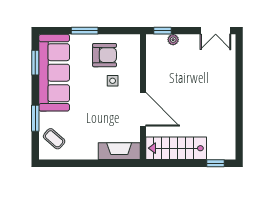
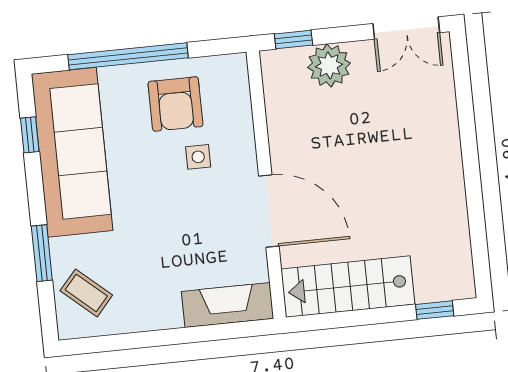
window: (85, 31) -> (128, 56), width x2.11
plant: (173, 40) -> (329, 65), width x1.87, depth x1.87
armchair: (105, 55) -> (175, 104), turned 90
window: (35, 63) -> (30, 135), width x0.67

